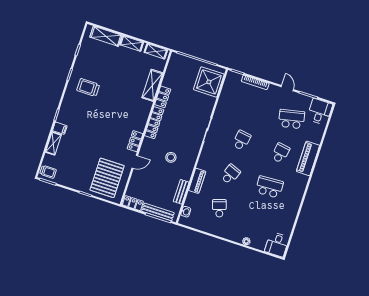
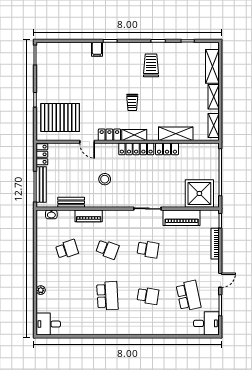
shelving: (53, 143) -> (134, 135), moved
piano: (308, 158) -> (182, 218), moved, turned 180
trolley: (48, 172) -> (132, 102), moved

